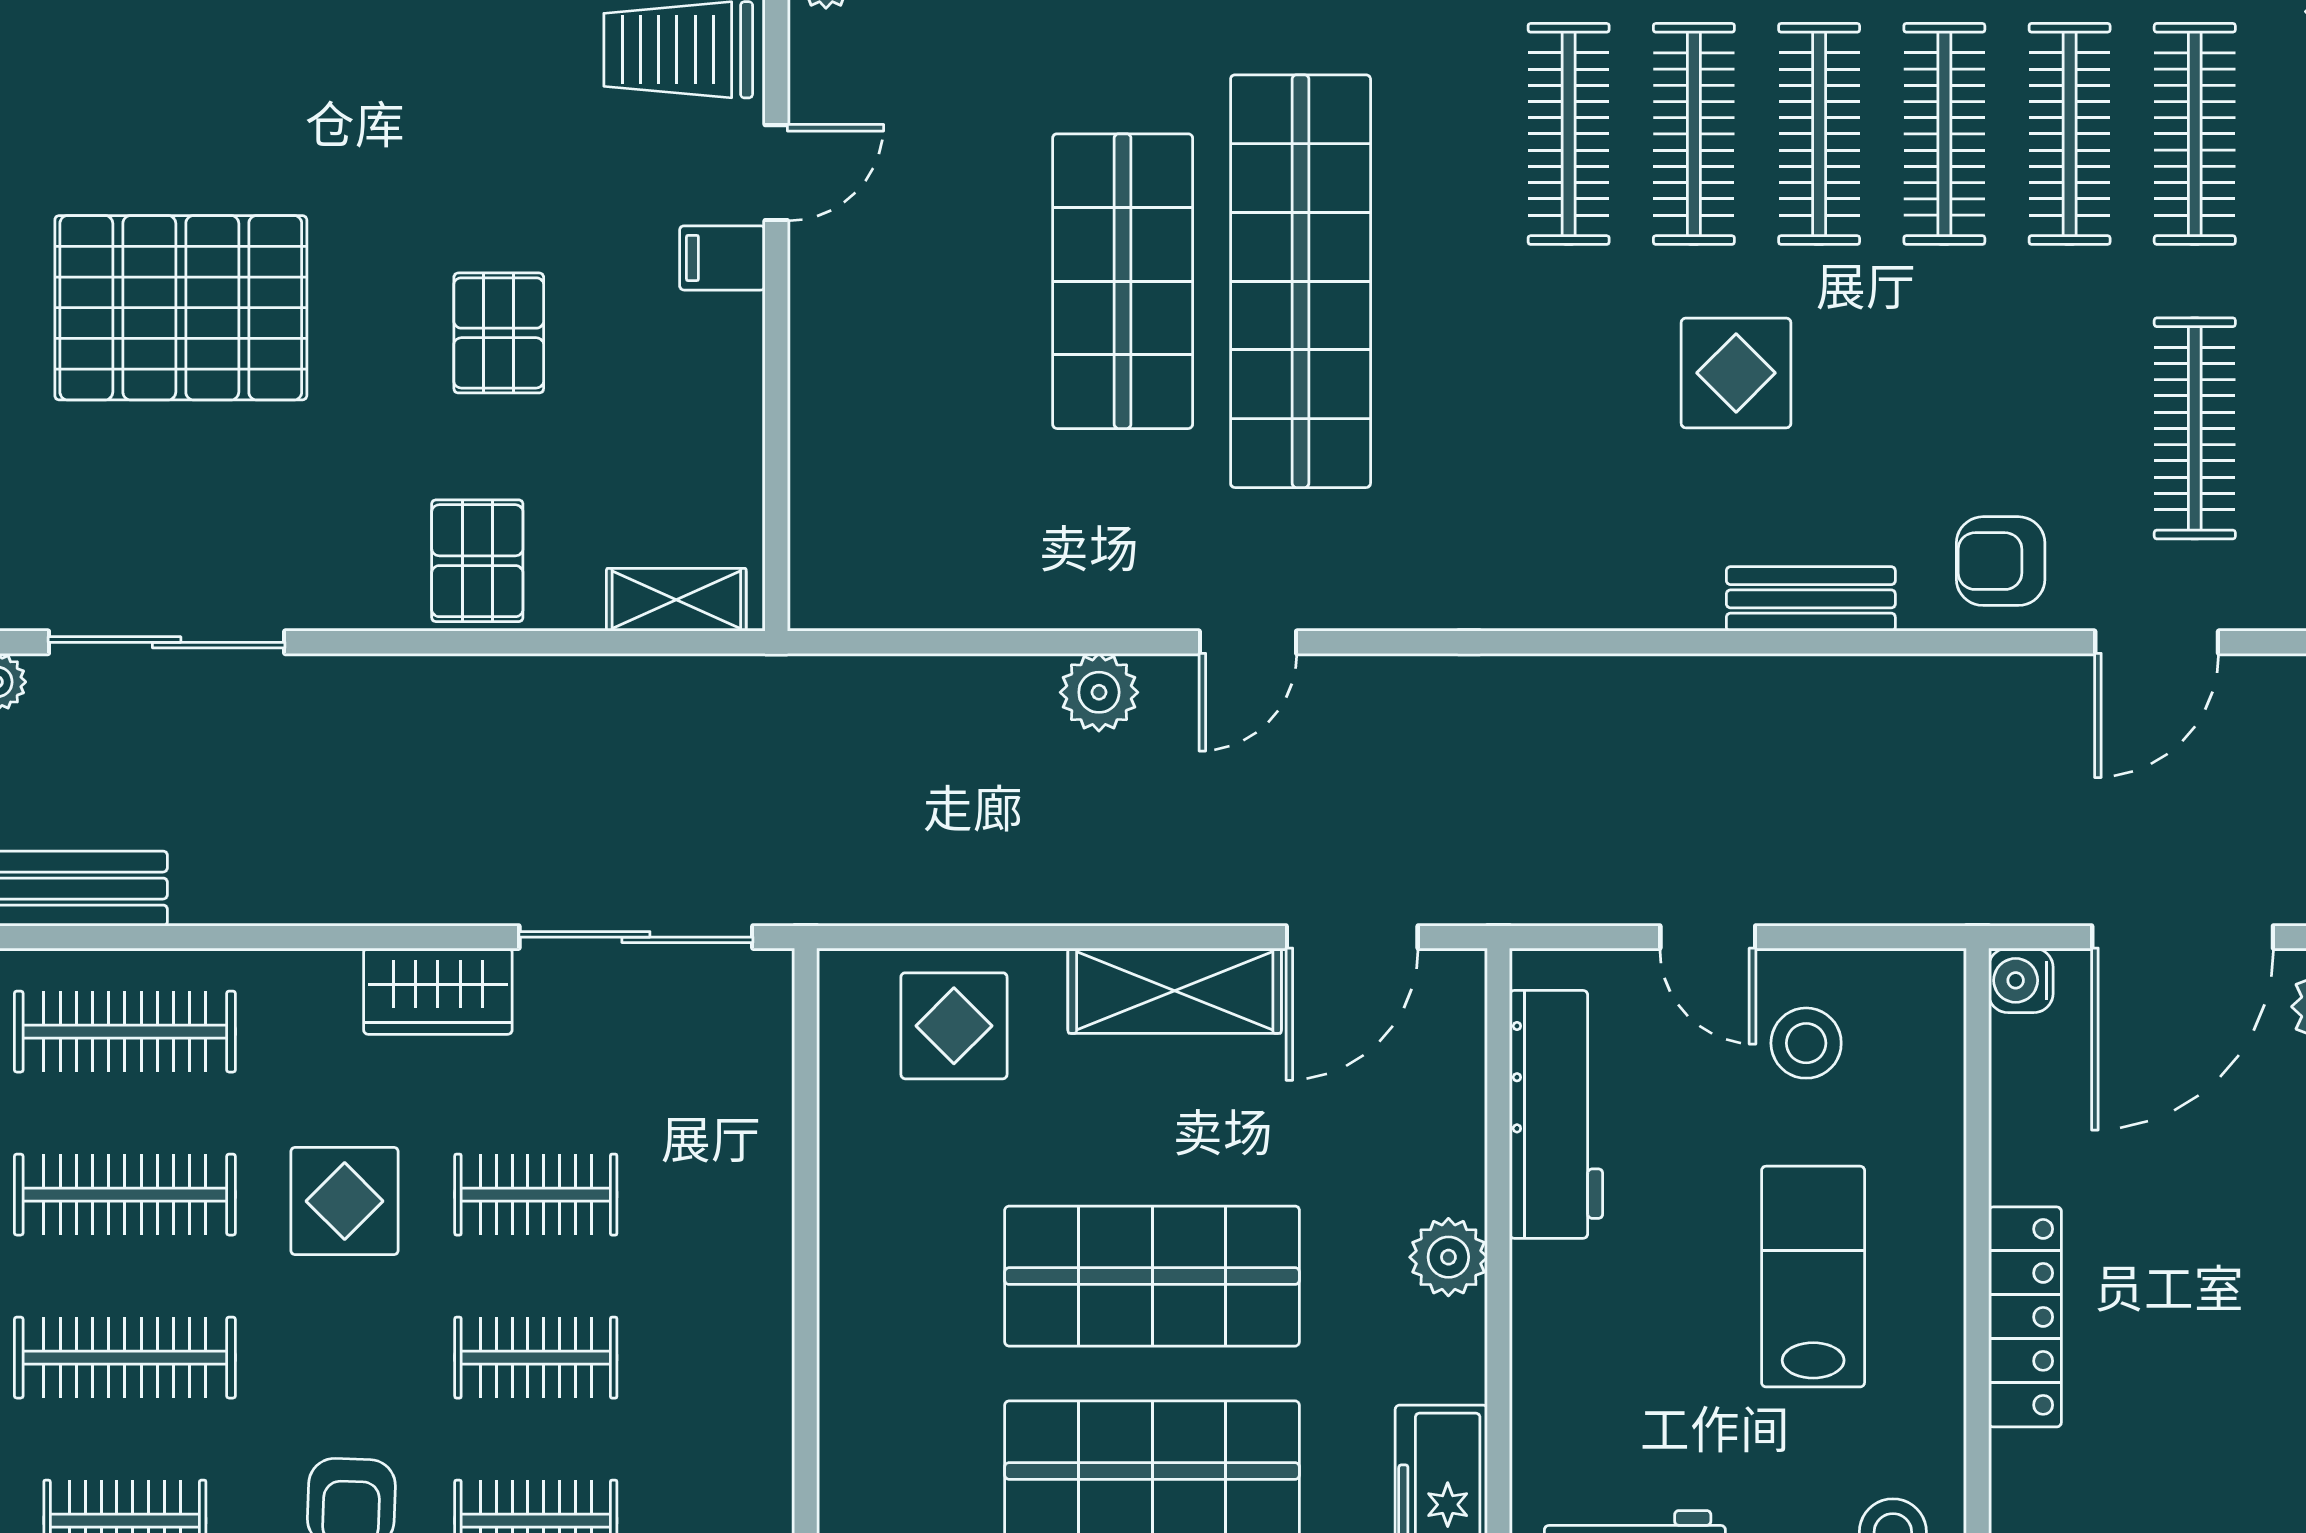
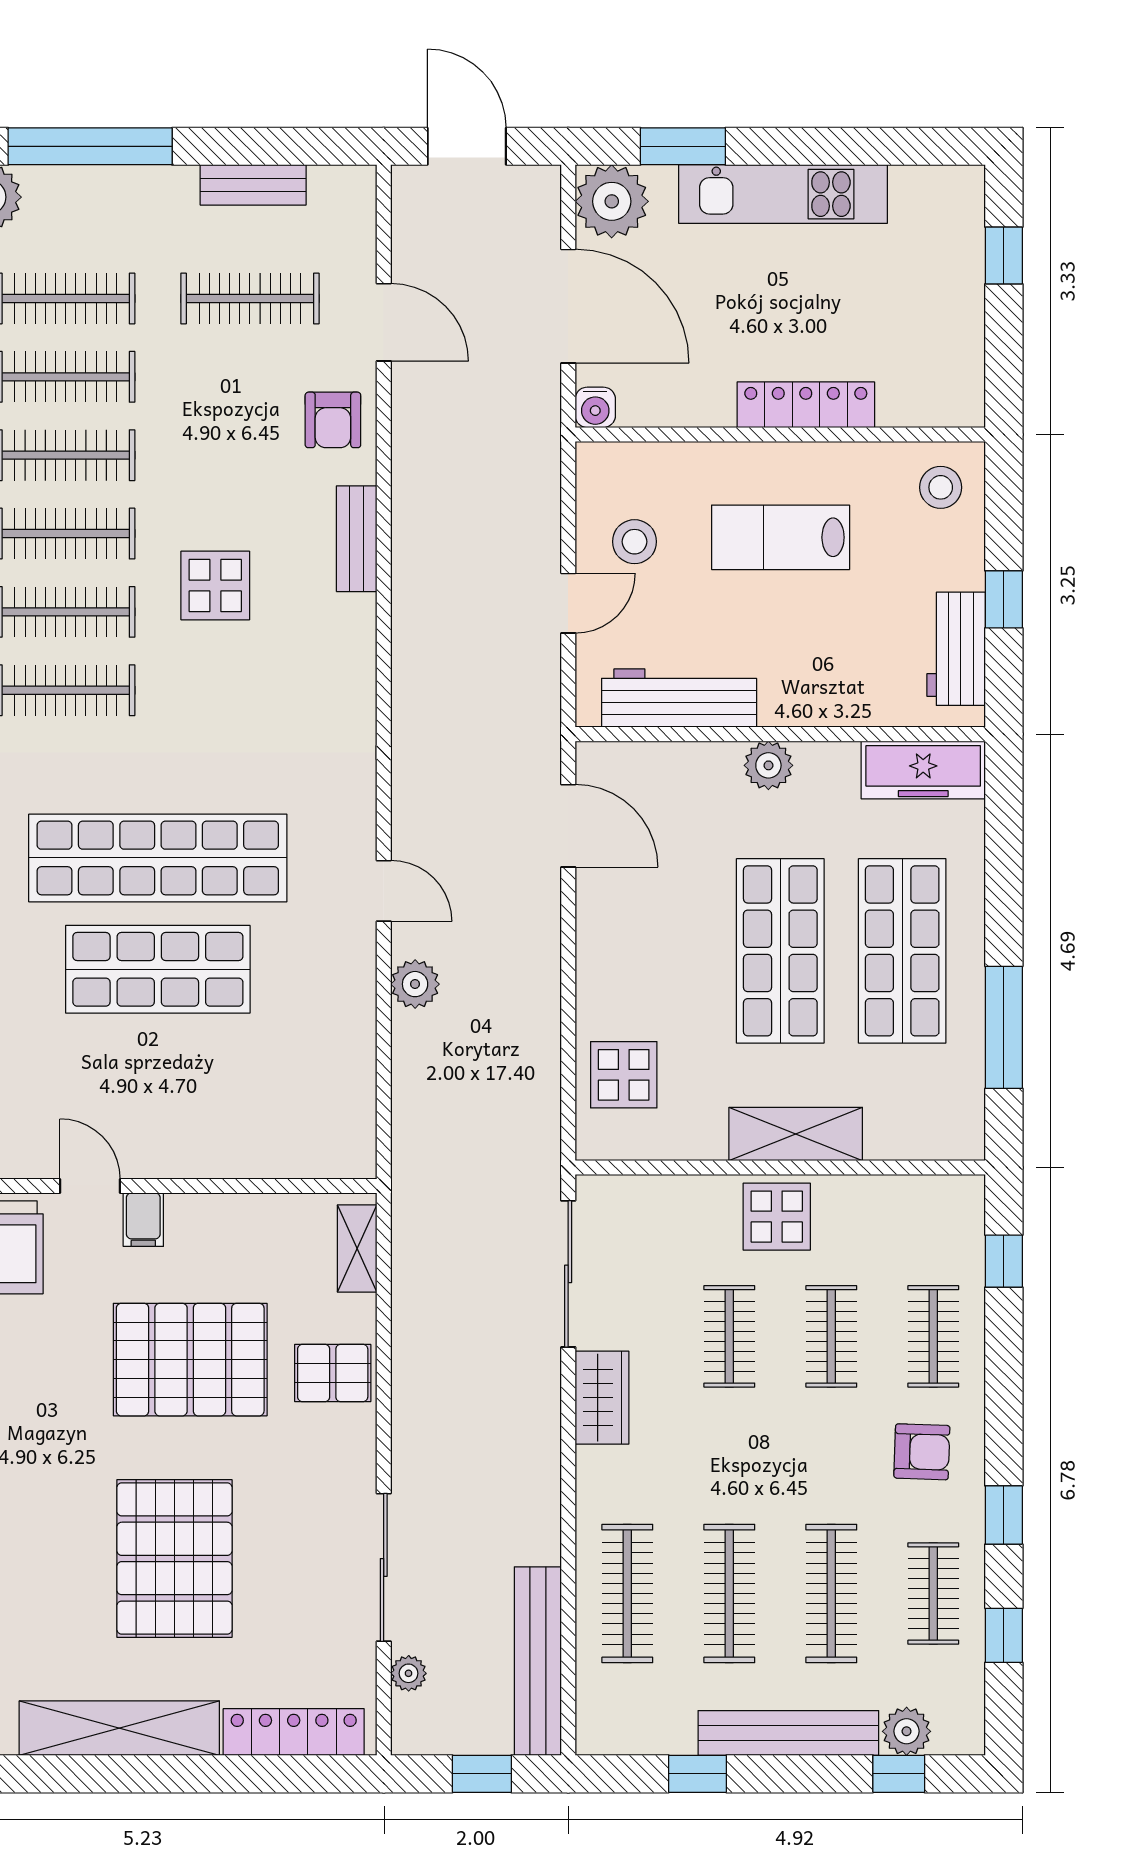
pallet: (499, 333) -> (190, 1360), width x2.05, depth x2.00
shelving: (1175, 991) -> (796, 1134), moved, turned 90
display table: (345, 1201) -> (777, 1217), moved

